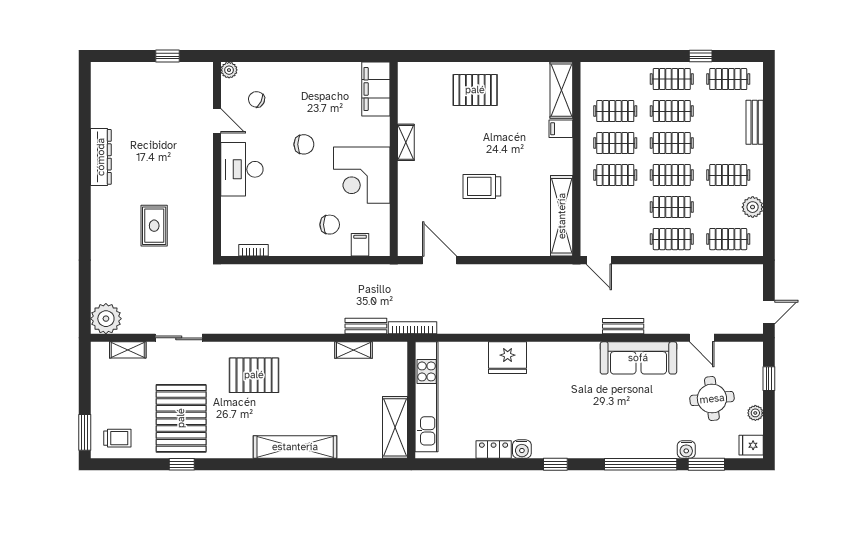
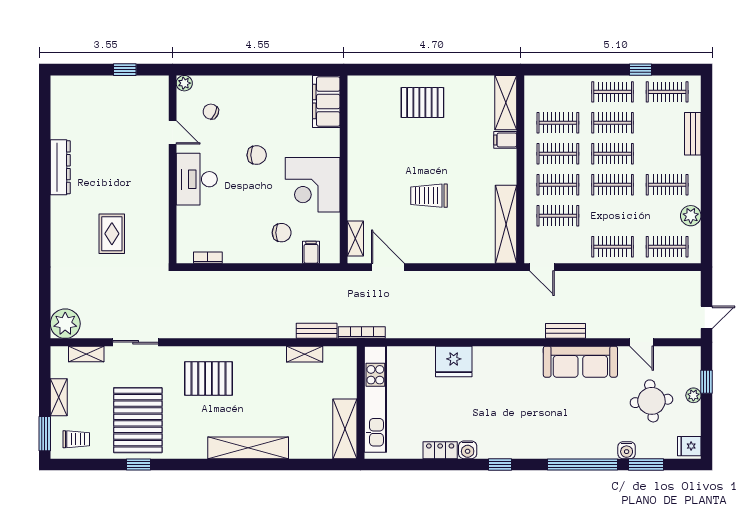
shelving: (406, 142) -> (355, 238), moved
clothes rail: (672, 207) -> (558, 216), moved
shelving: (99, 395) -> (59, 397), added
plant: (755, 413) -> (693, 395), moved

